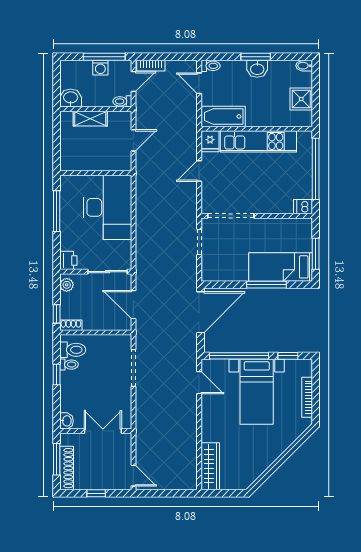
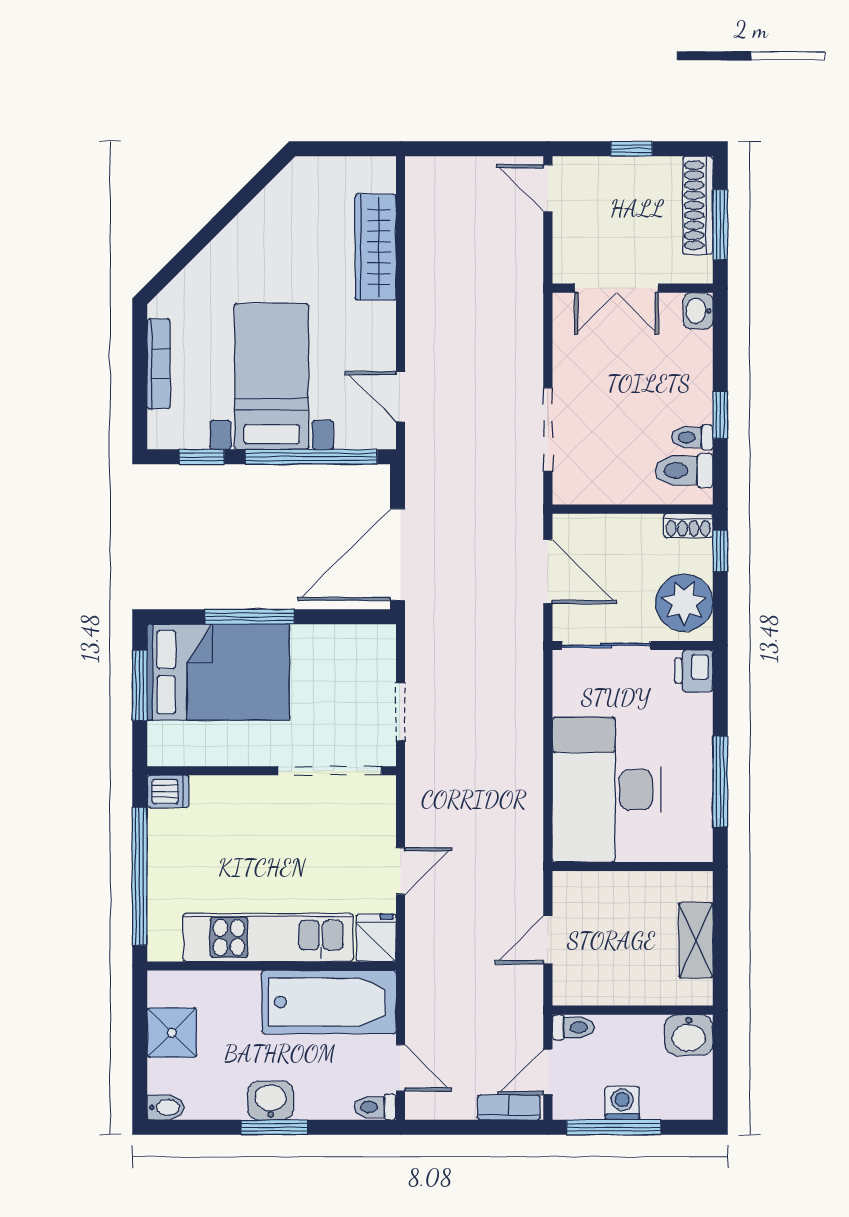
bathtub: (223, 116) -> (329, 1002), width x1.36, depth x1.36
shelving: (90, 119) -> (696, 940), moved, turned 90
bed: (281, 267) -> (218, 672), width x1.50
plant: (67, 285) -> (684, 603), width x1.88, depth x1.88
wardrobe: (210, 466) -> (376, 247), moved

